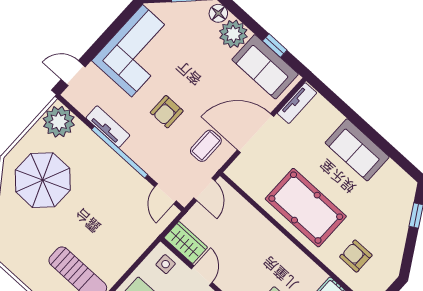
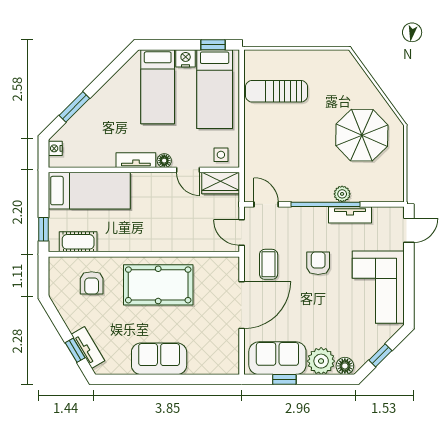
tv unit: (297, 103) -> (88, 347), moved, turned 149
plant: (59, 122) -> (342, 194), moved, width x0.53, depth x0.53
armchair: (356, 256) -> (92, 283), turned 90

